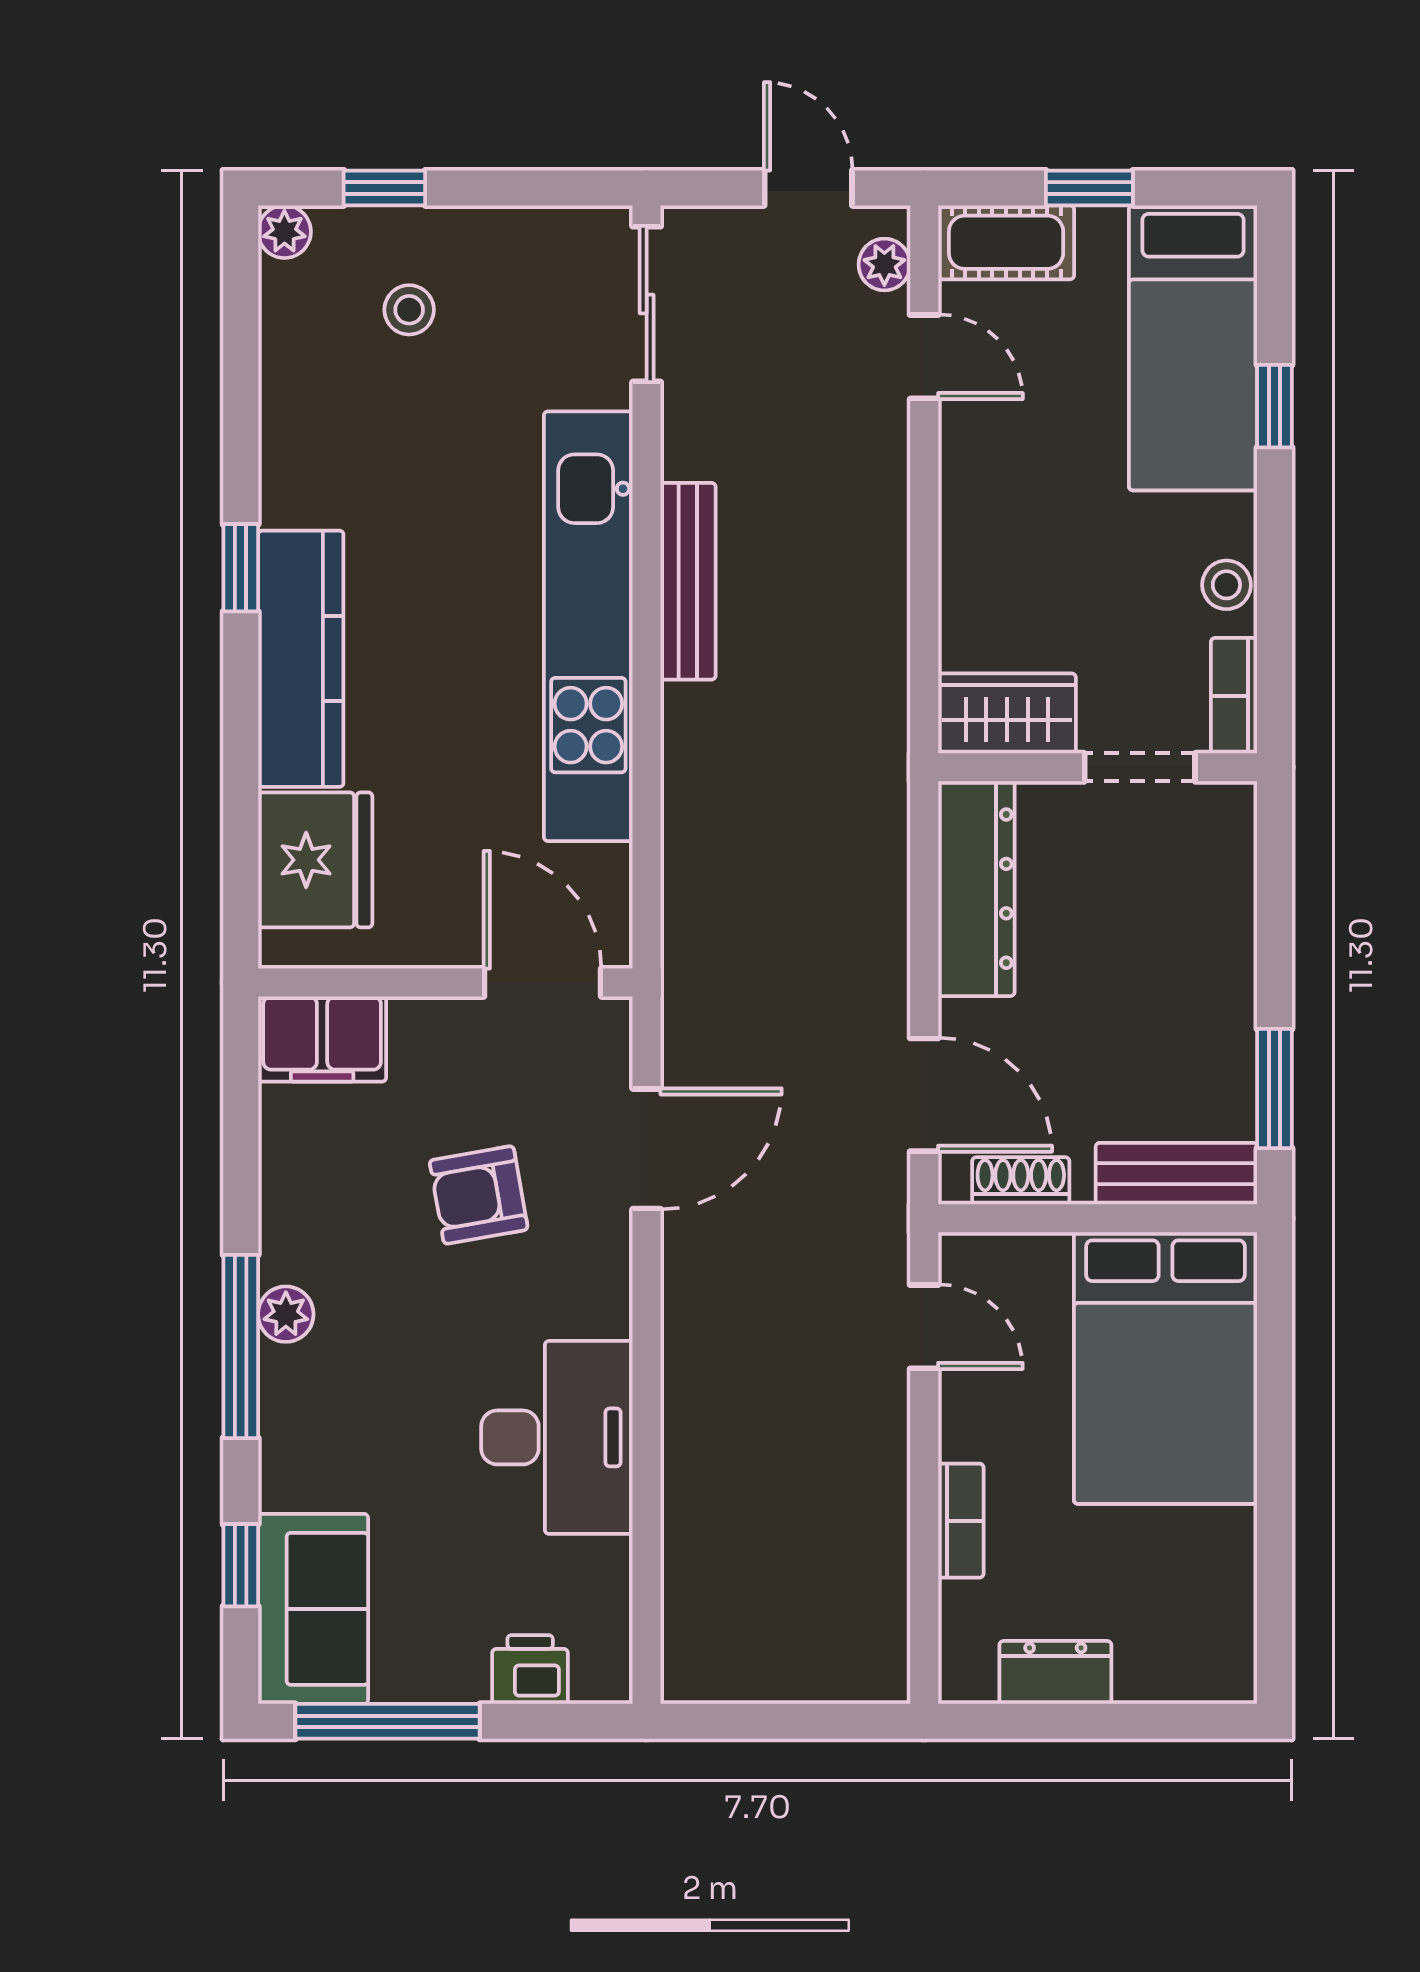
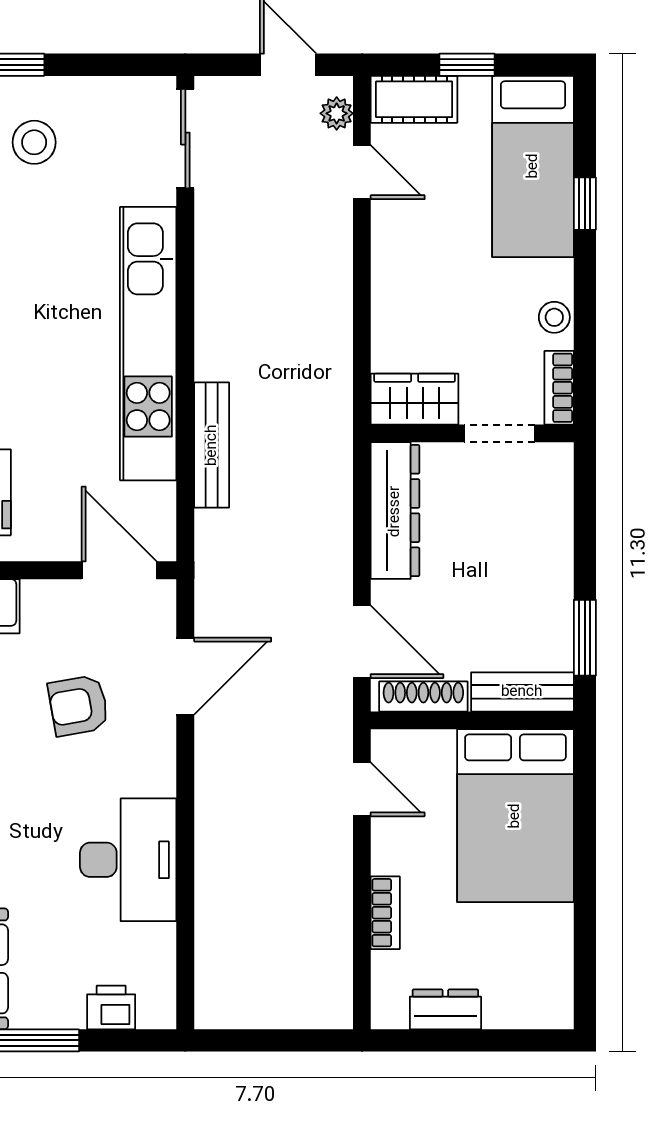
stool: (409, 310) -> (34, 142), width x1.37, depth x1.37
bench: (688, 581) -> (212, 445), moved
shoe rack: (1021, 1181) -> (423, 697), width x1.43

